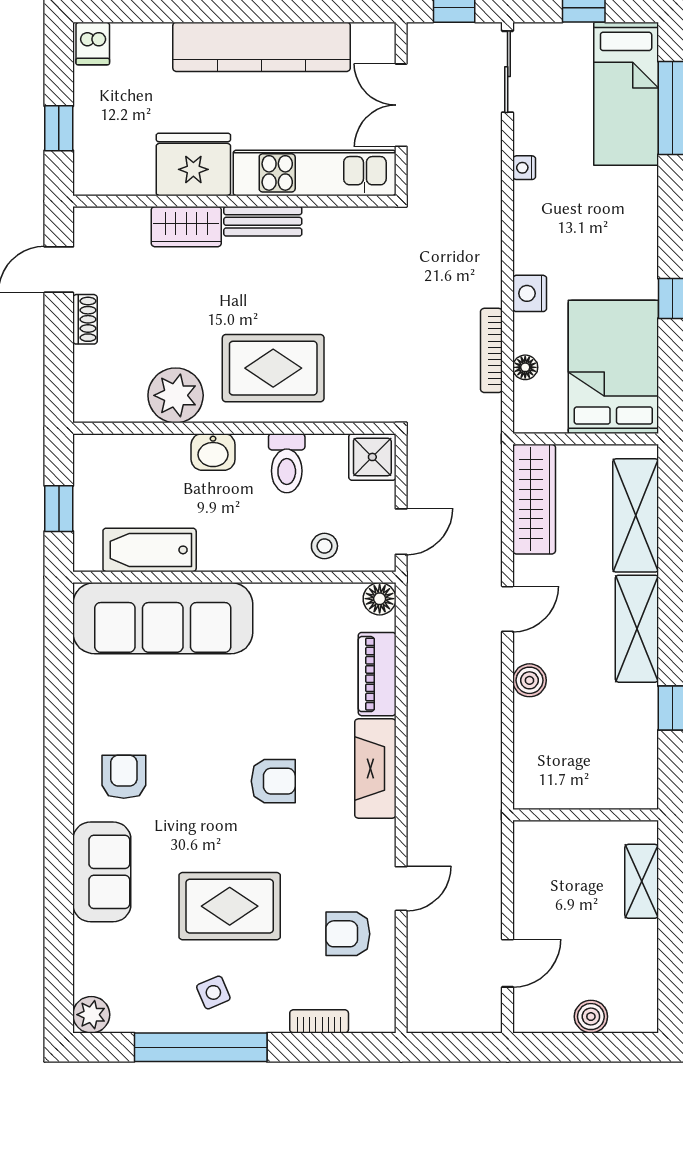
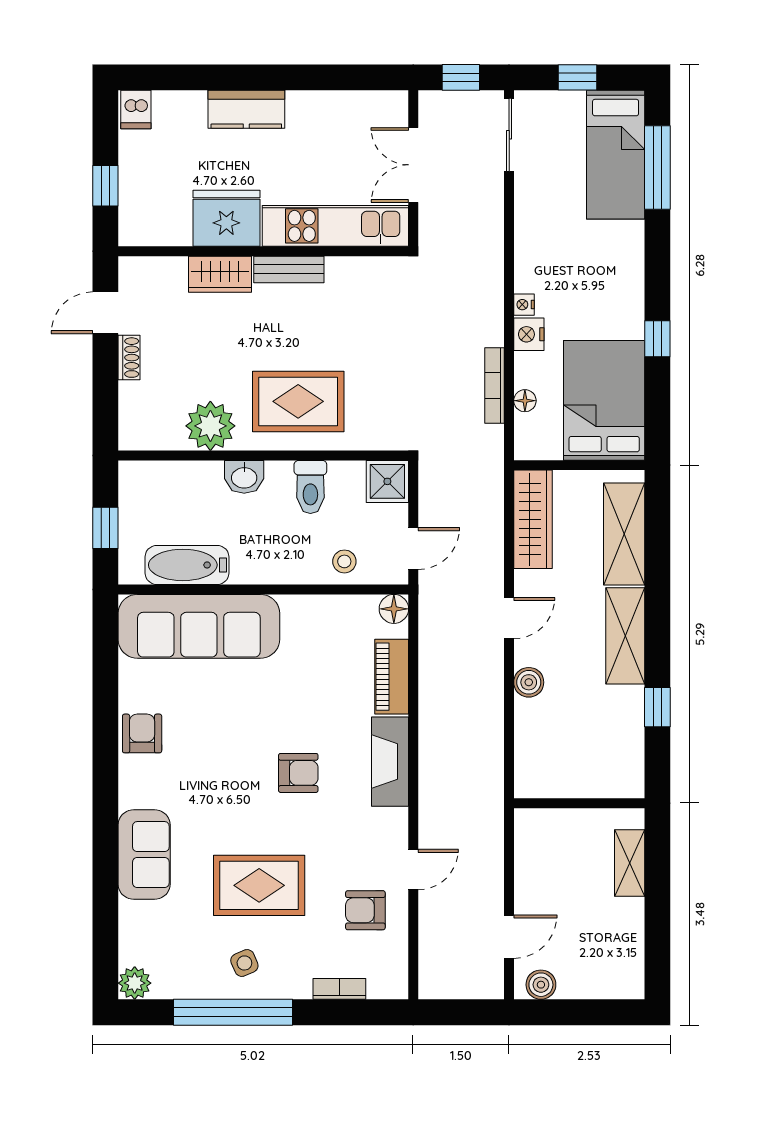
kitchen counter: (262, 47) -> (246, 109), width x0.48, depth x0.86
nightstand: (524, 168) -> (524, 305), moved
armchair: (124, 777) -> (142, 733), moved
boiler: (591, 1017) -> (541, 985), moved

